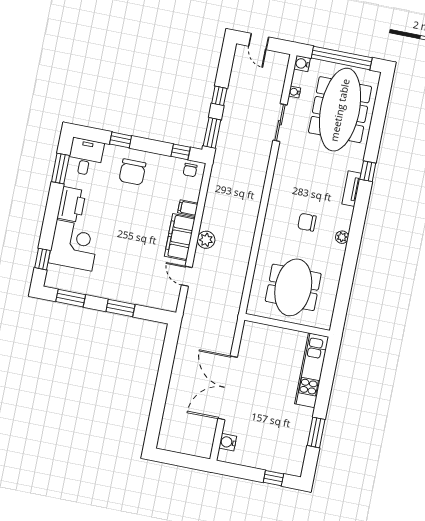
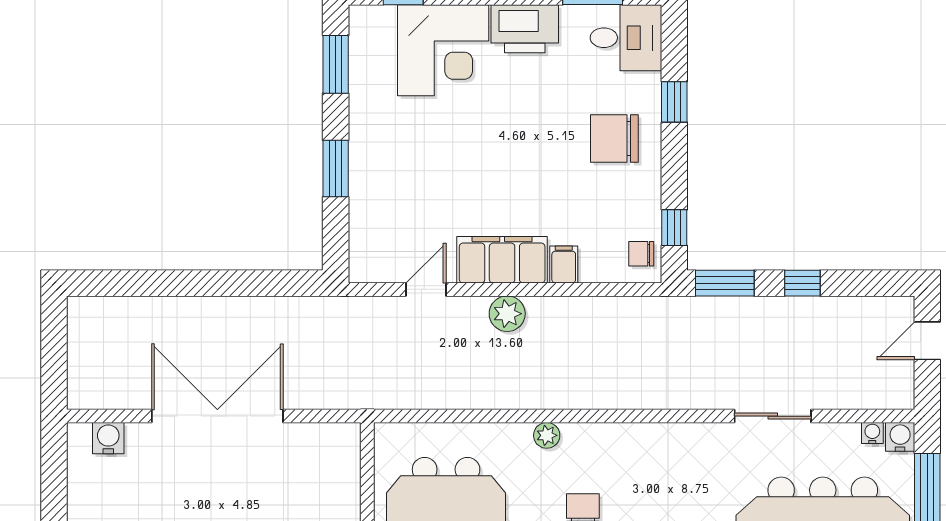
water cooler: (295, 92) -> (872, 433), moved
plant: (268, 232) -> (547, 435), added

